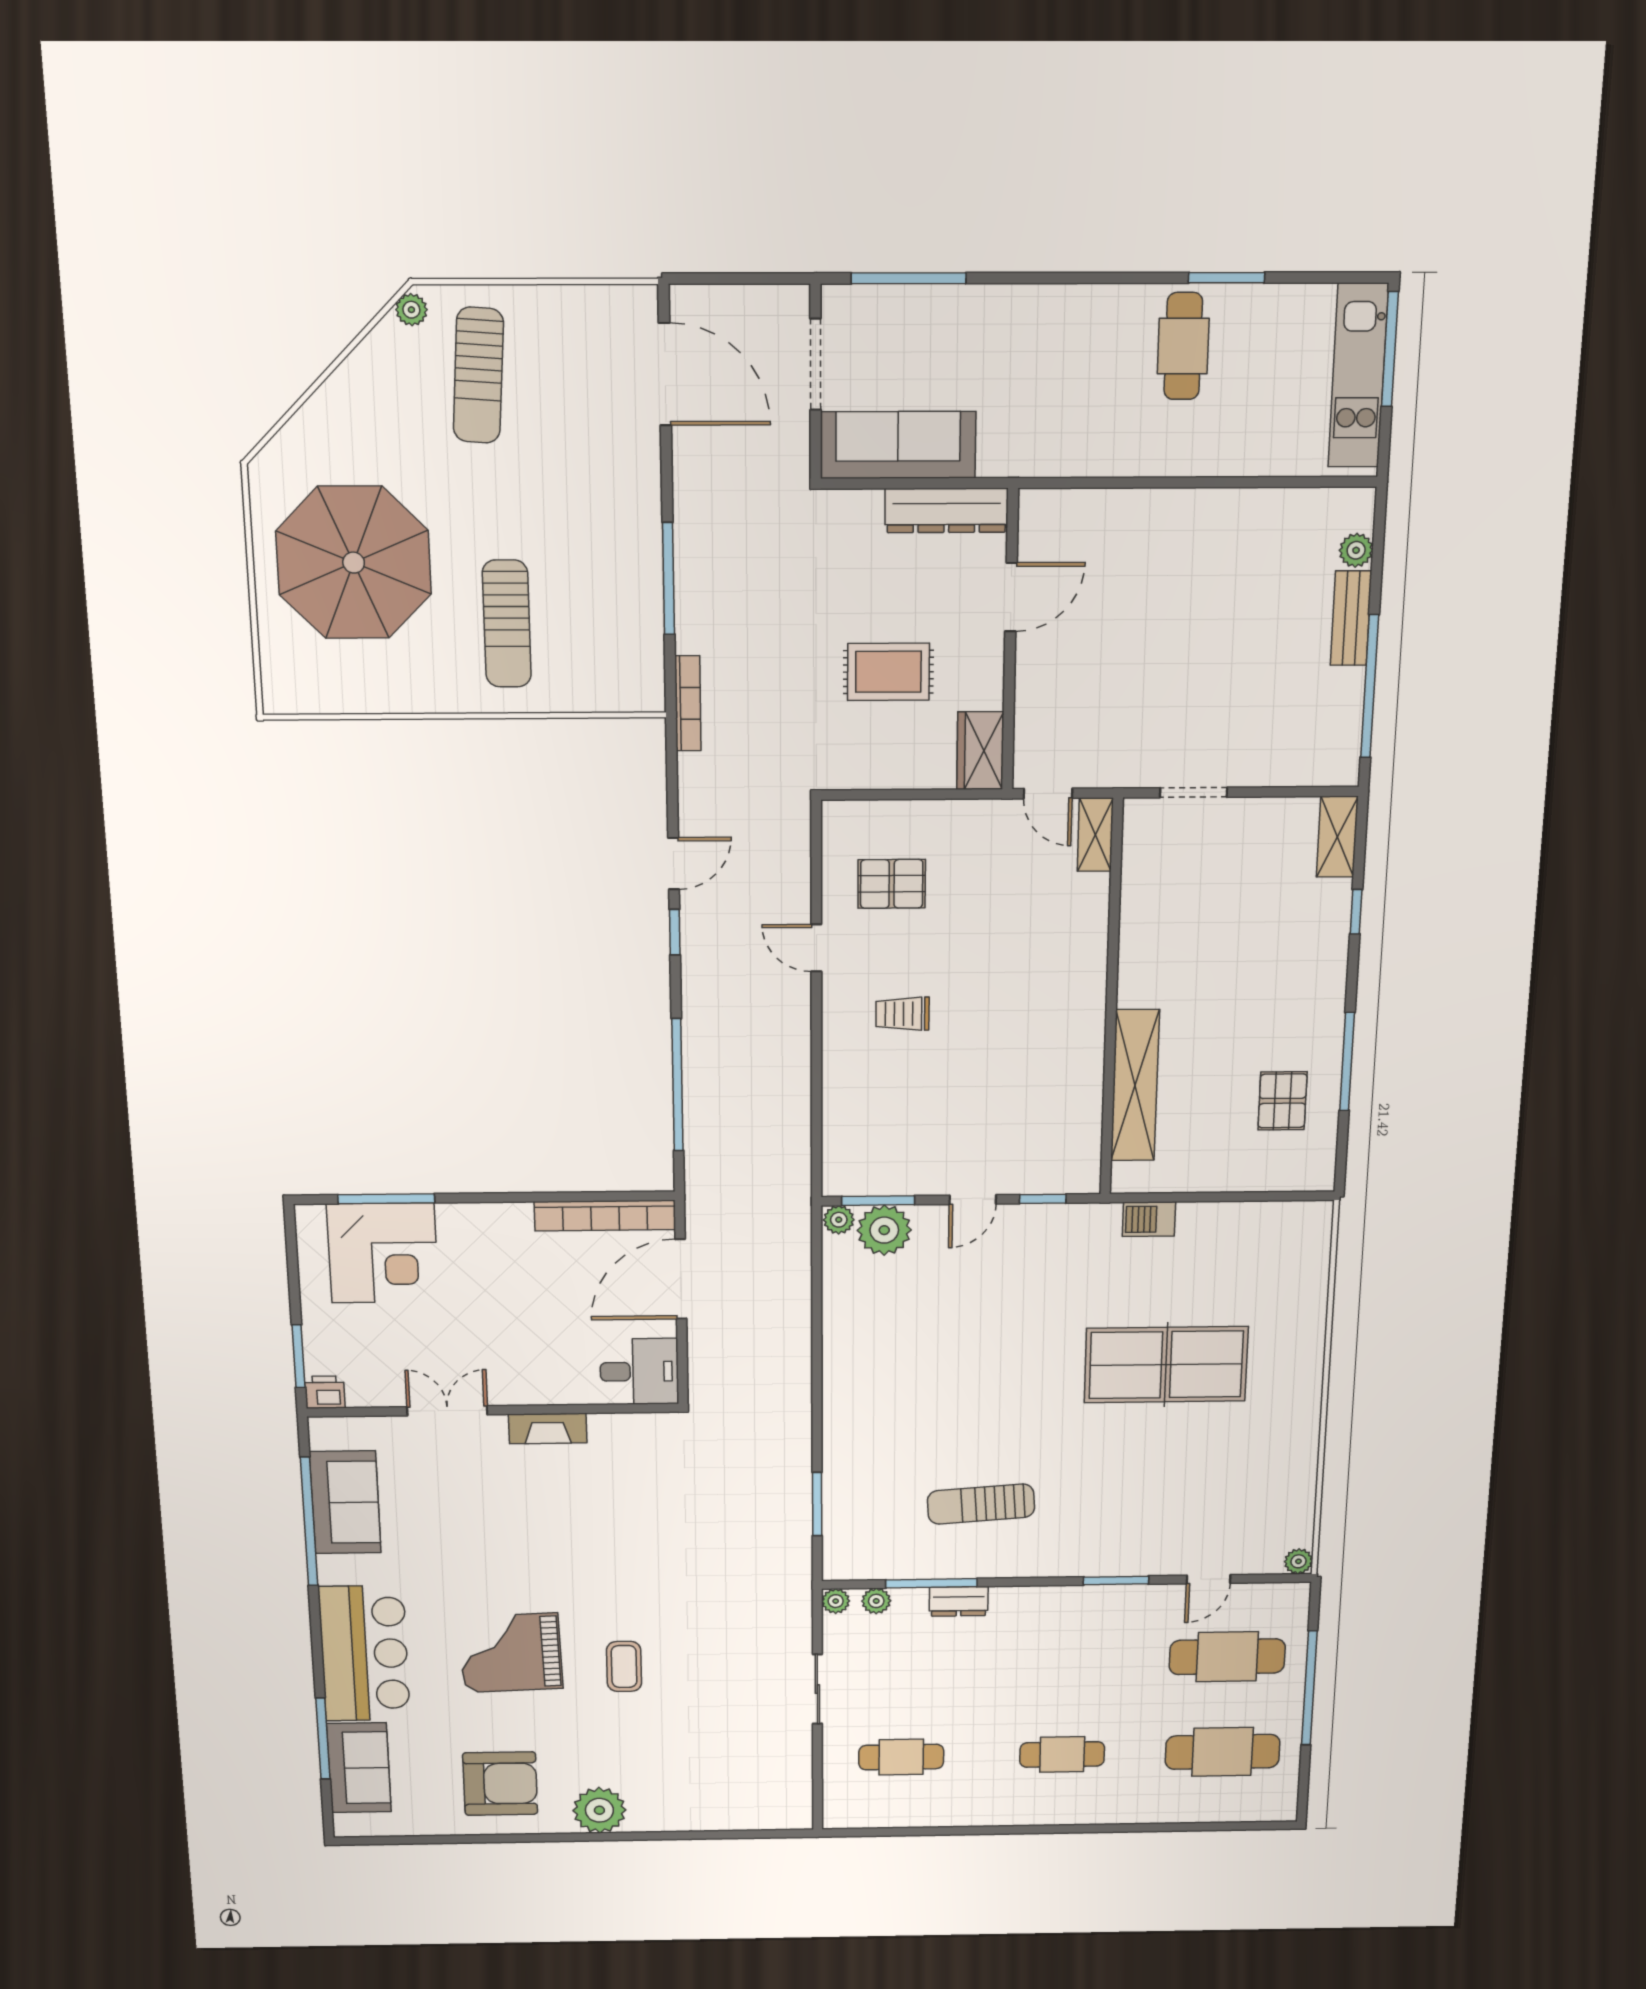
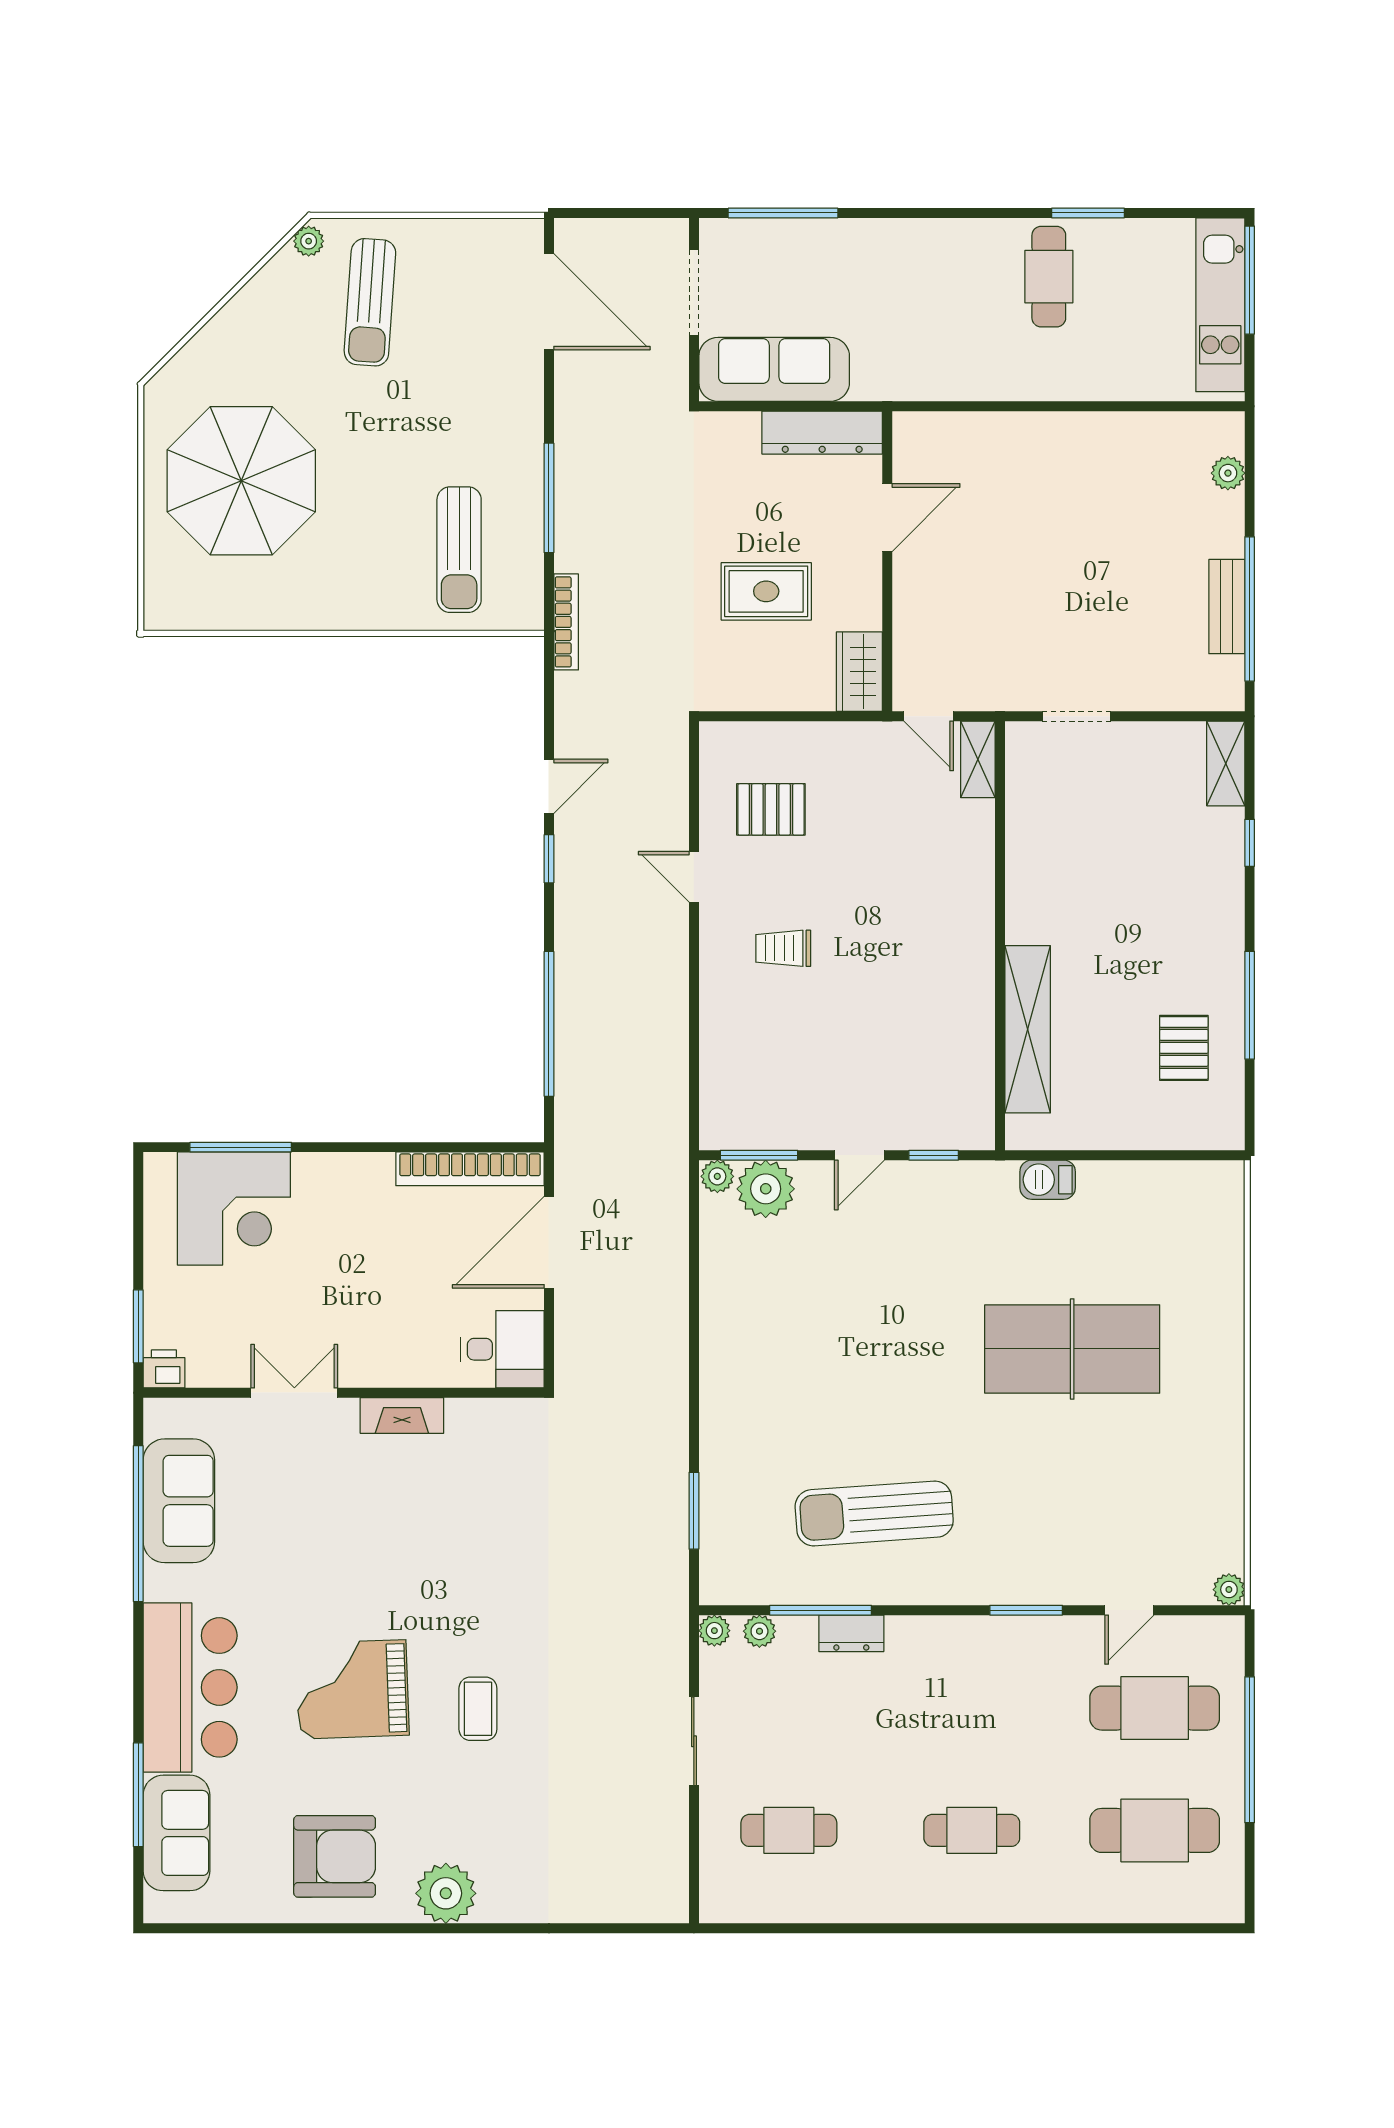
bench: (1351, 618) -> (1227, 607), moved
sun lounger: (507, 624) -> (459, 550), moved
sun lounger: (981, 1504) -> (874, 1513), width x1.36, depth x1.34

